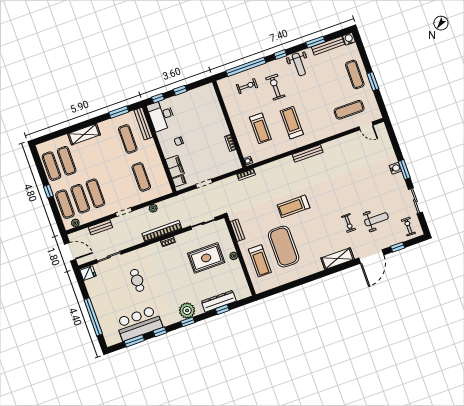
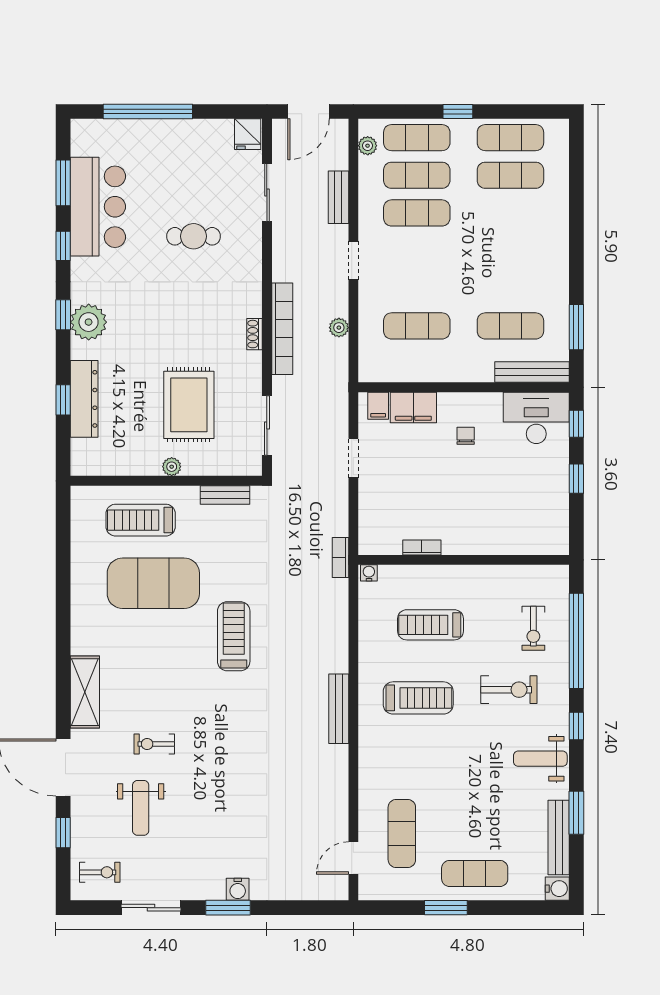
shelving: (84, 134) -> (555, 234), removed

